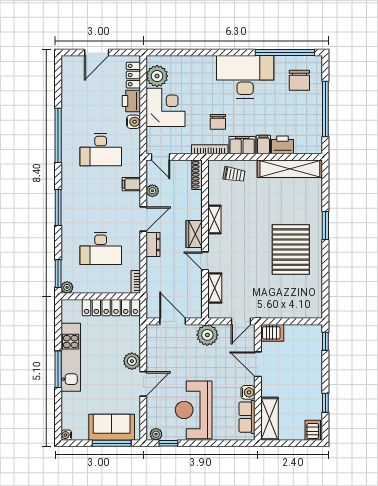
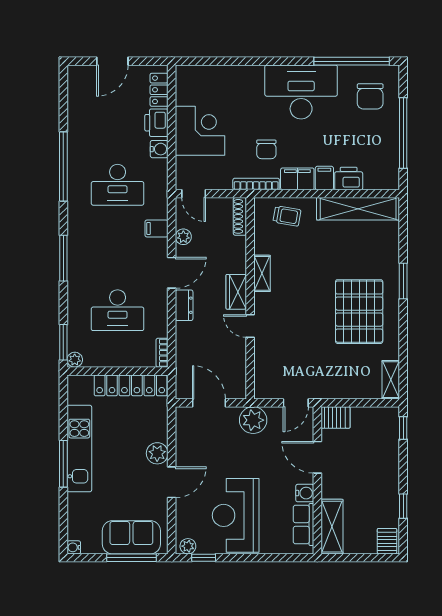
plant: (157, 76) -> (189, 91), removed
shelving: (215, 288) -> (391, 380), moved

